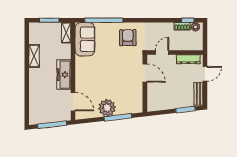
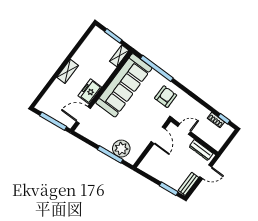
plant: (196, 27) -> (226, 129), removed
sofa: (85, 39) -> (124, 85), width x1.85, depth x1.27
shelving: (34, 56) -> (68, 71), moved
freezer: (64, 75) -> (90, 91), width x0.71
door: (73, 102) -> (83, 115), swing flipped
plant: (107, 108) -> (121, 149), moved

